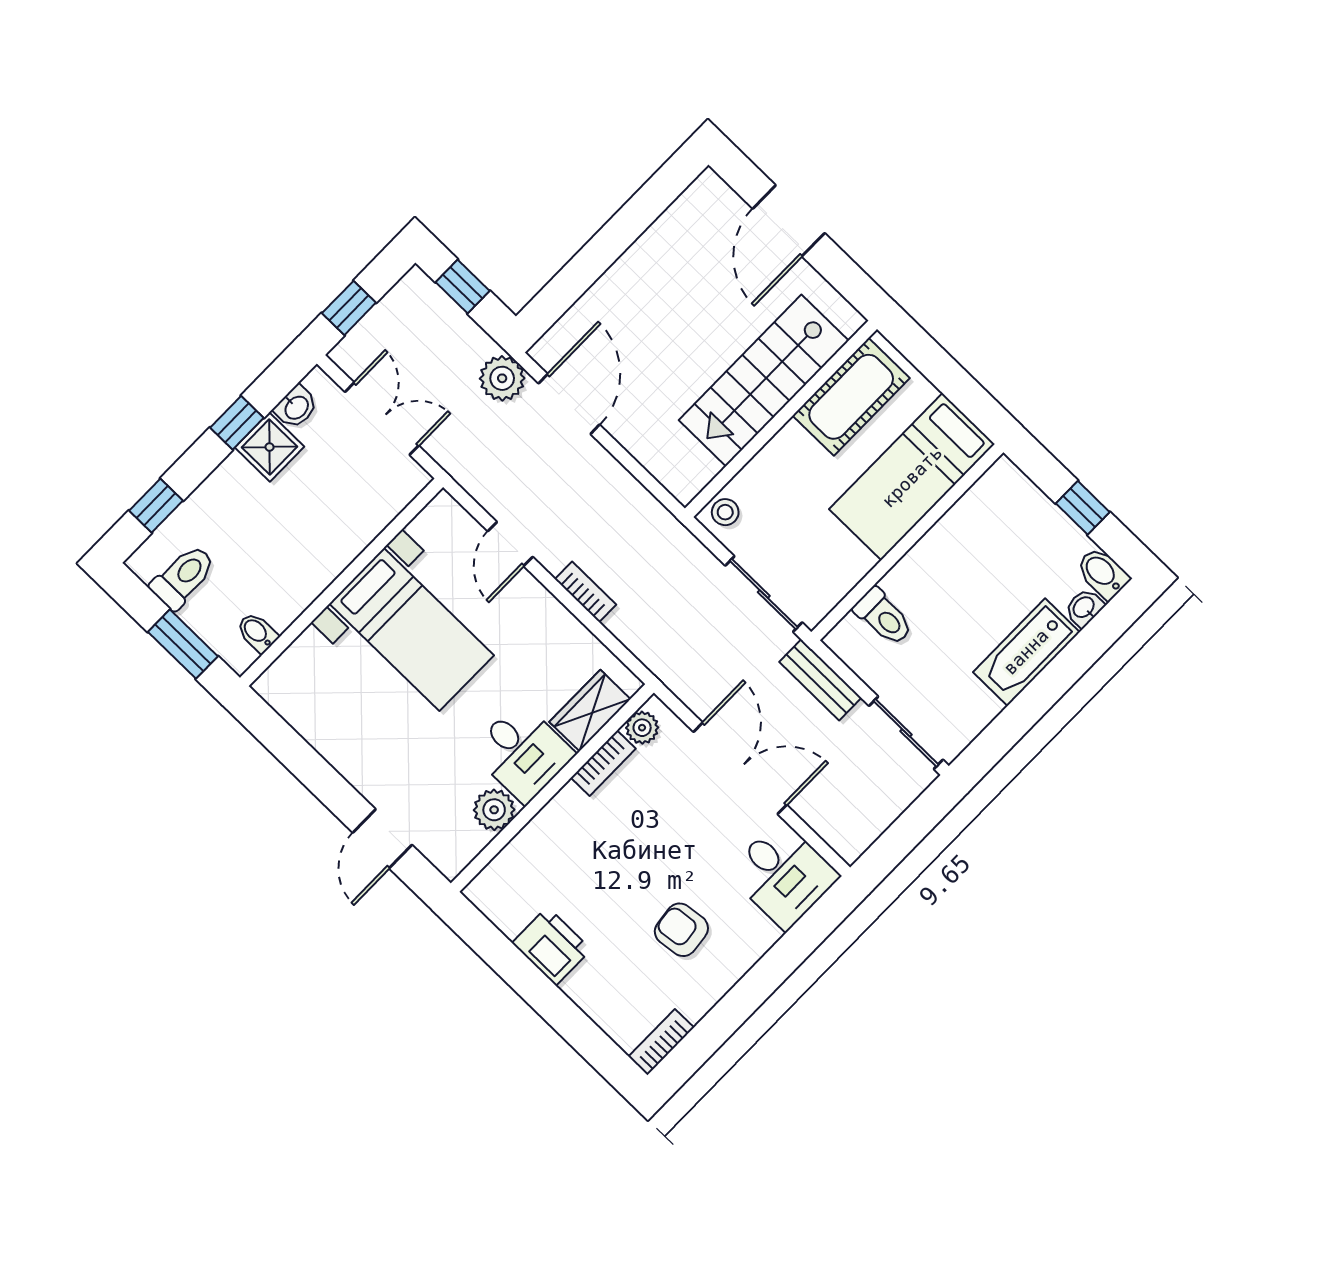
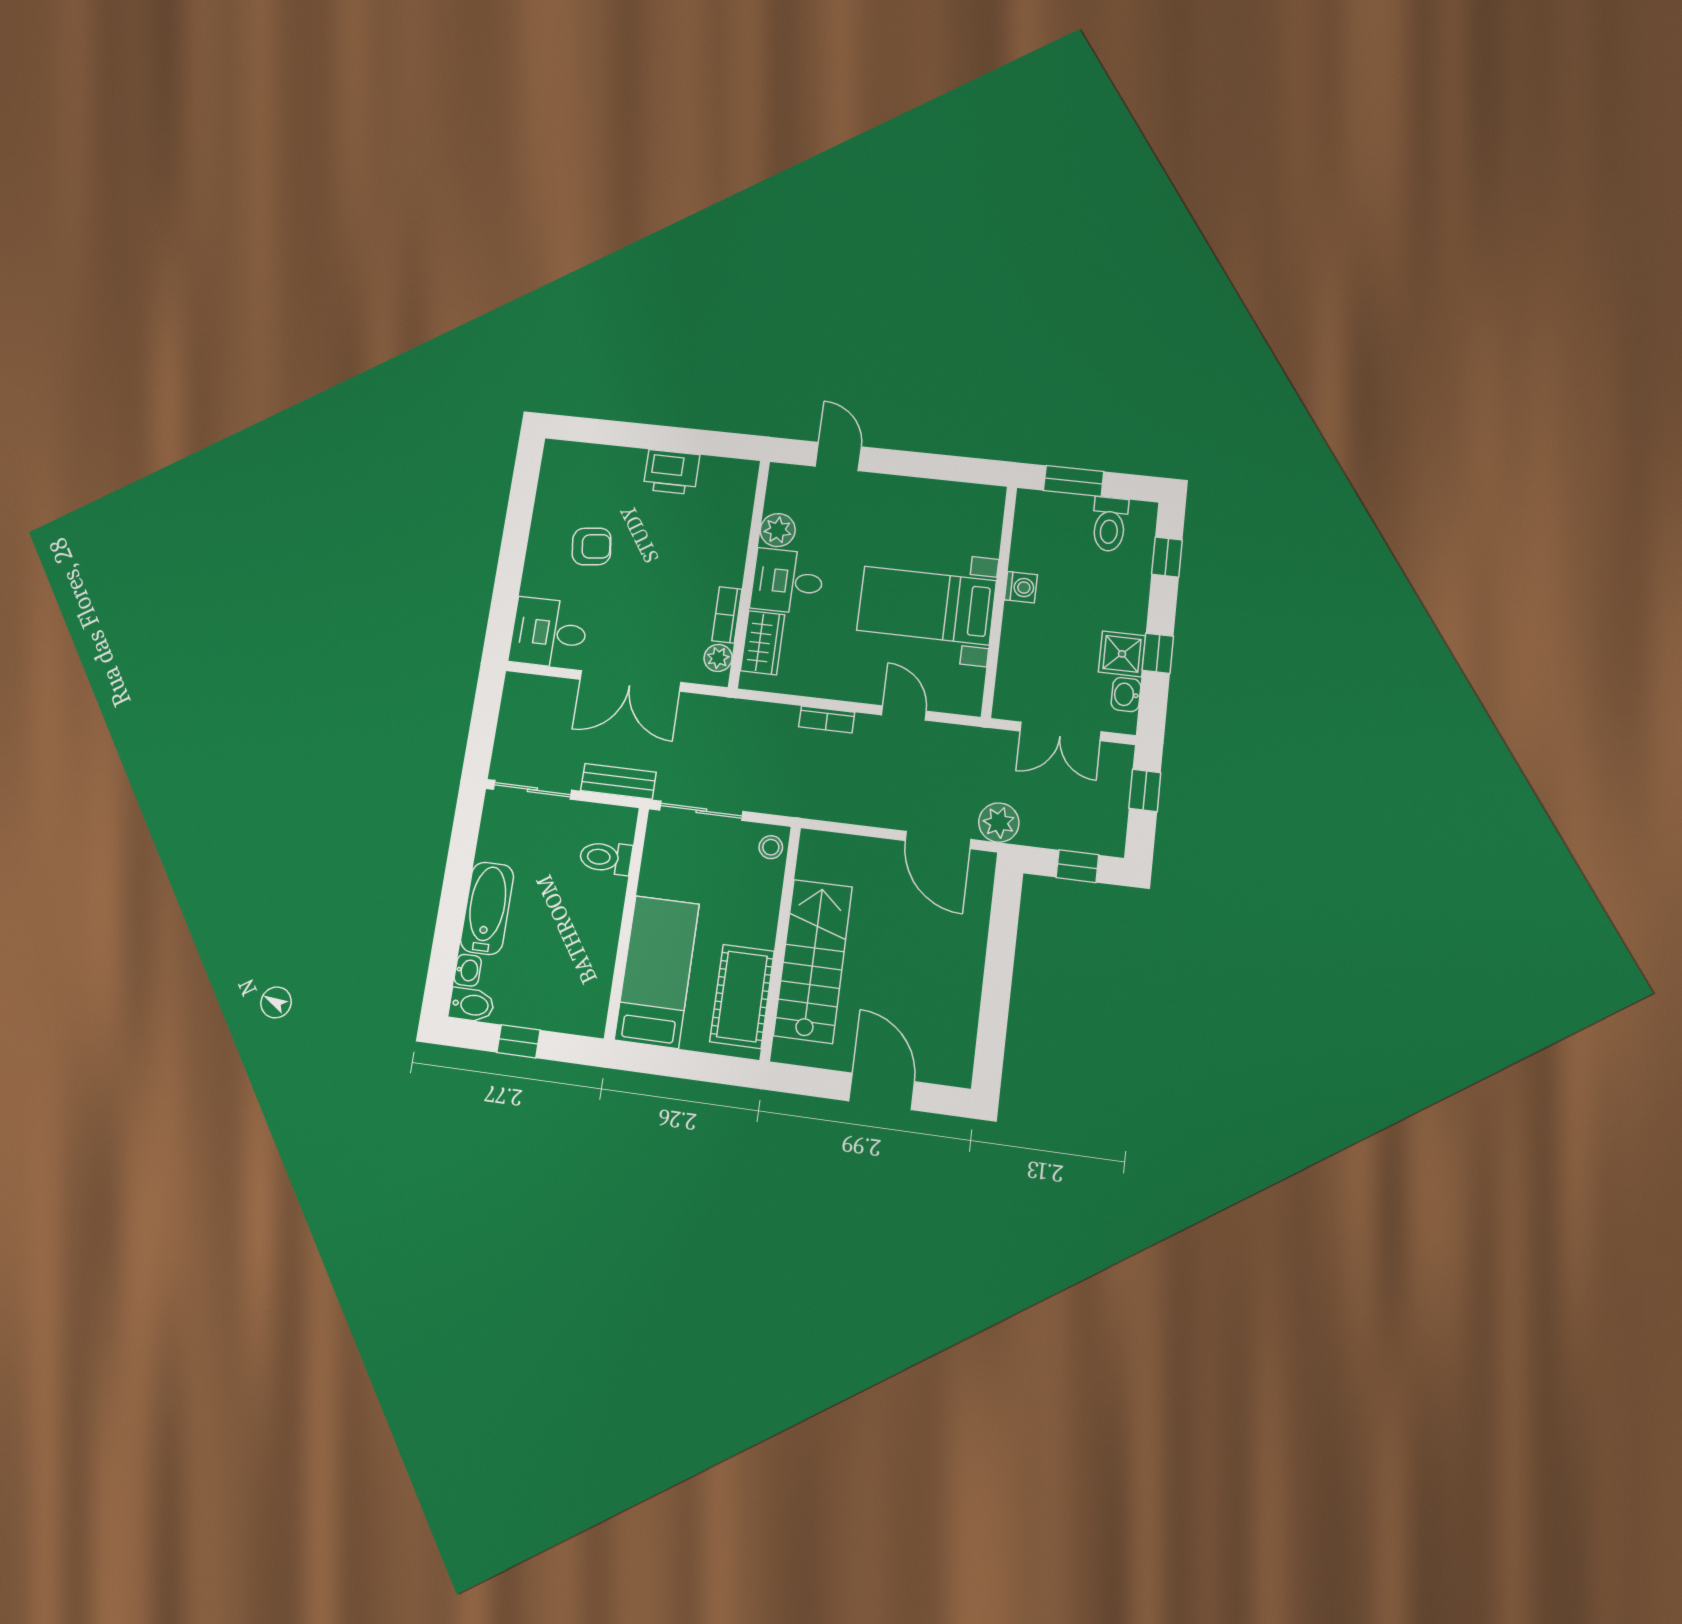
washing machine: (312, 580) -> (1021, 587), added
bidet: (257, 632) -> (1030, 526), removed
bookcase: (661, 1042) -> (552, 466), removed

